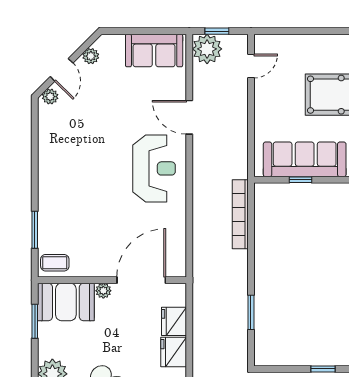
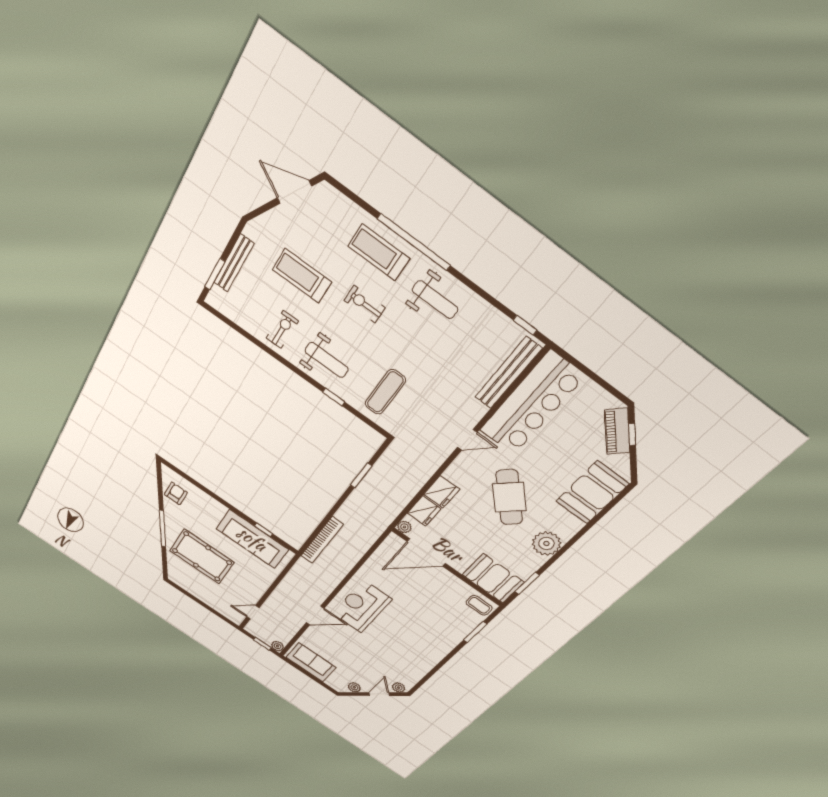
plant: (207, 49) -> (277, 646), width x0.53, depth x0.53
door: (189, 117) -> (315, 616), hinge flipped
plant: (103, 291) -> (404, 527), moved

